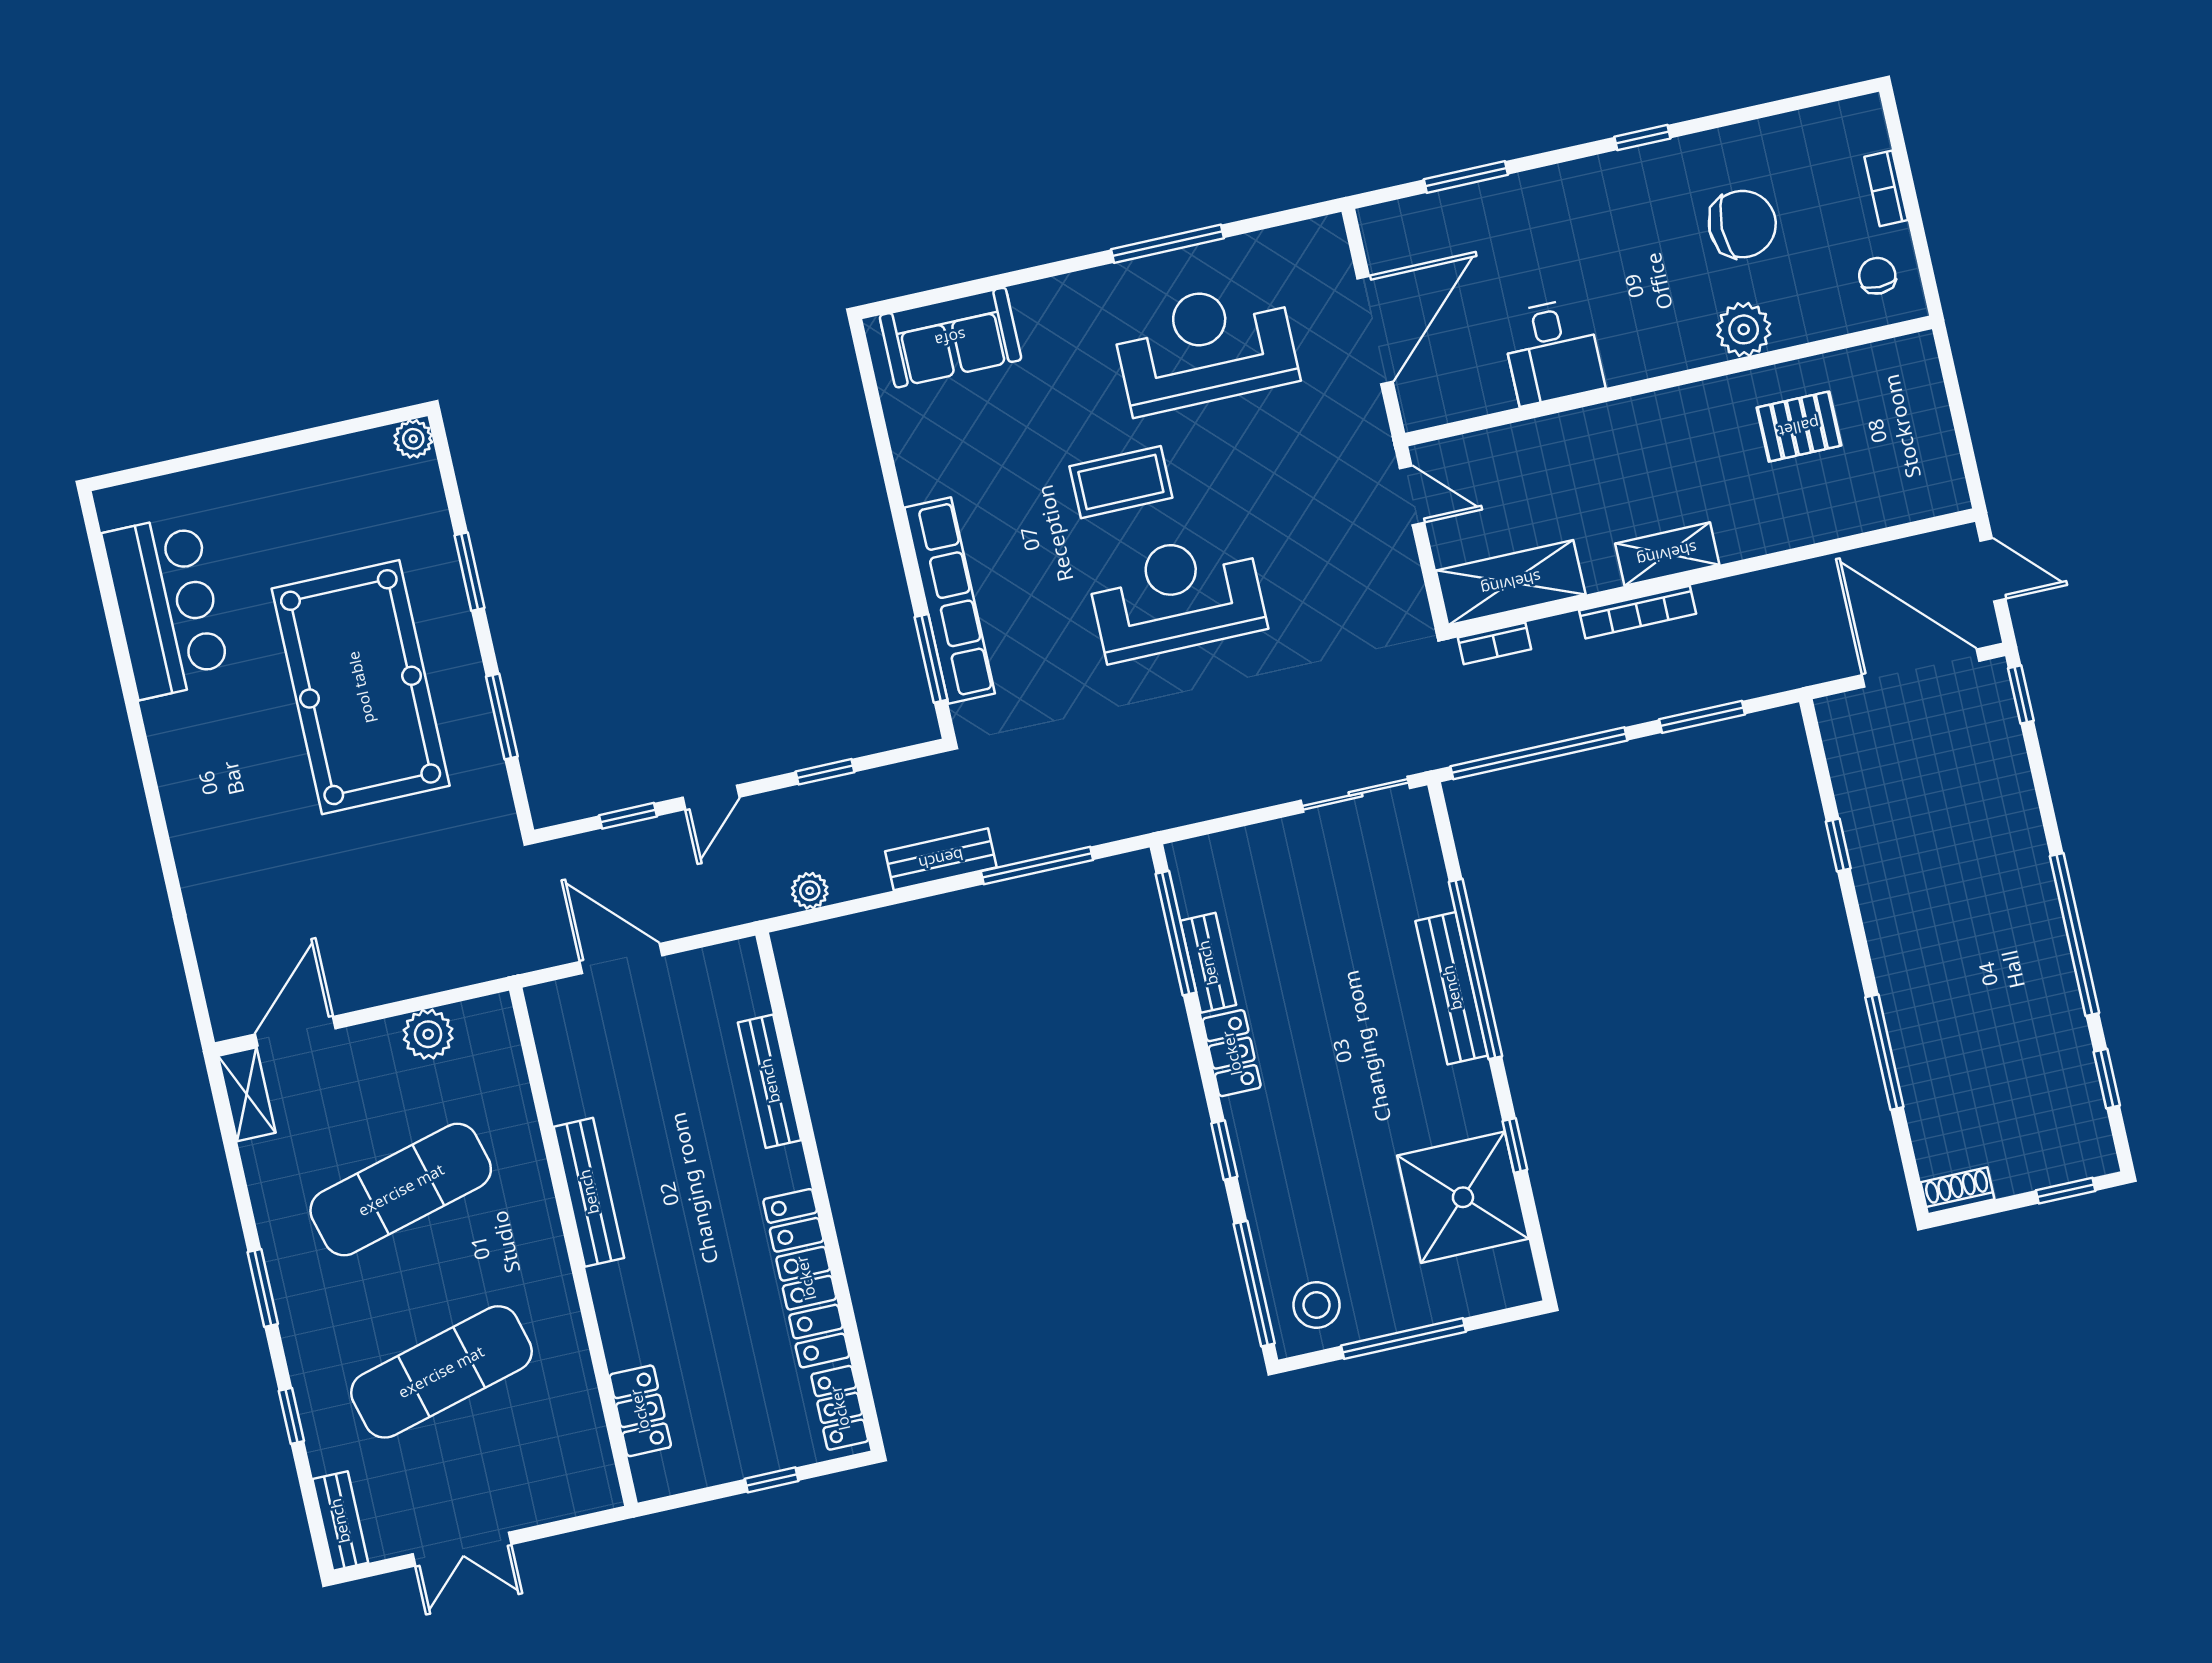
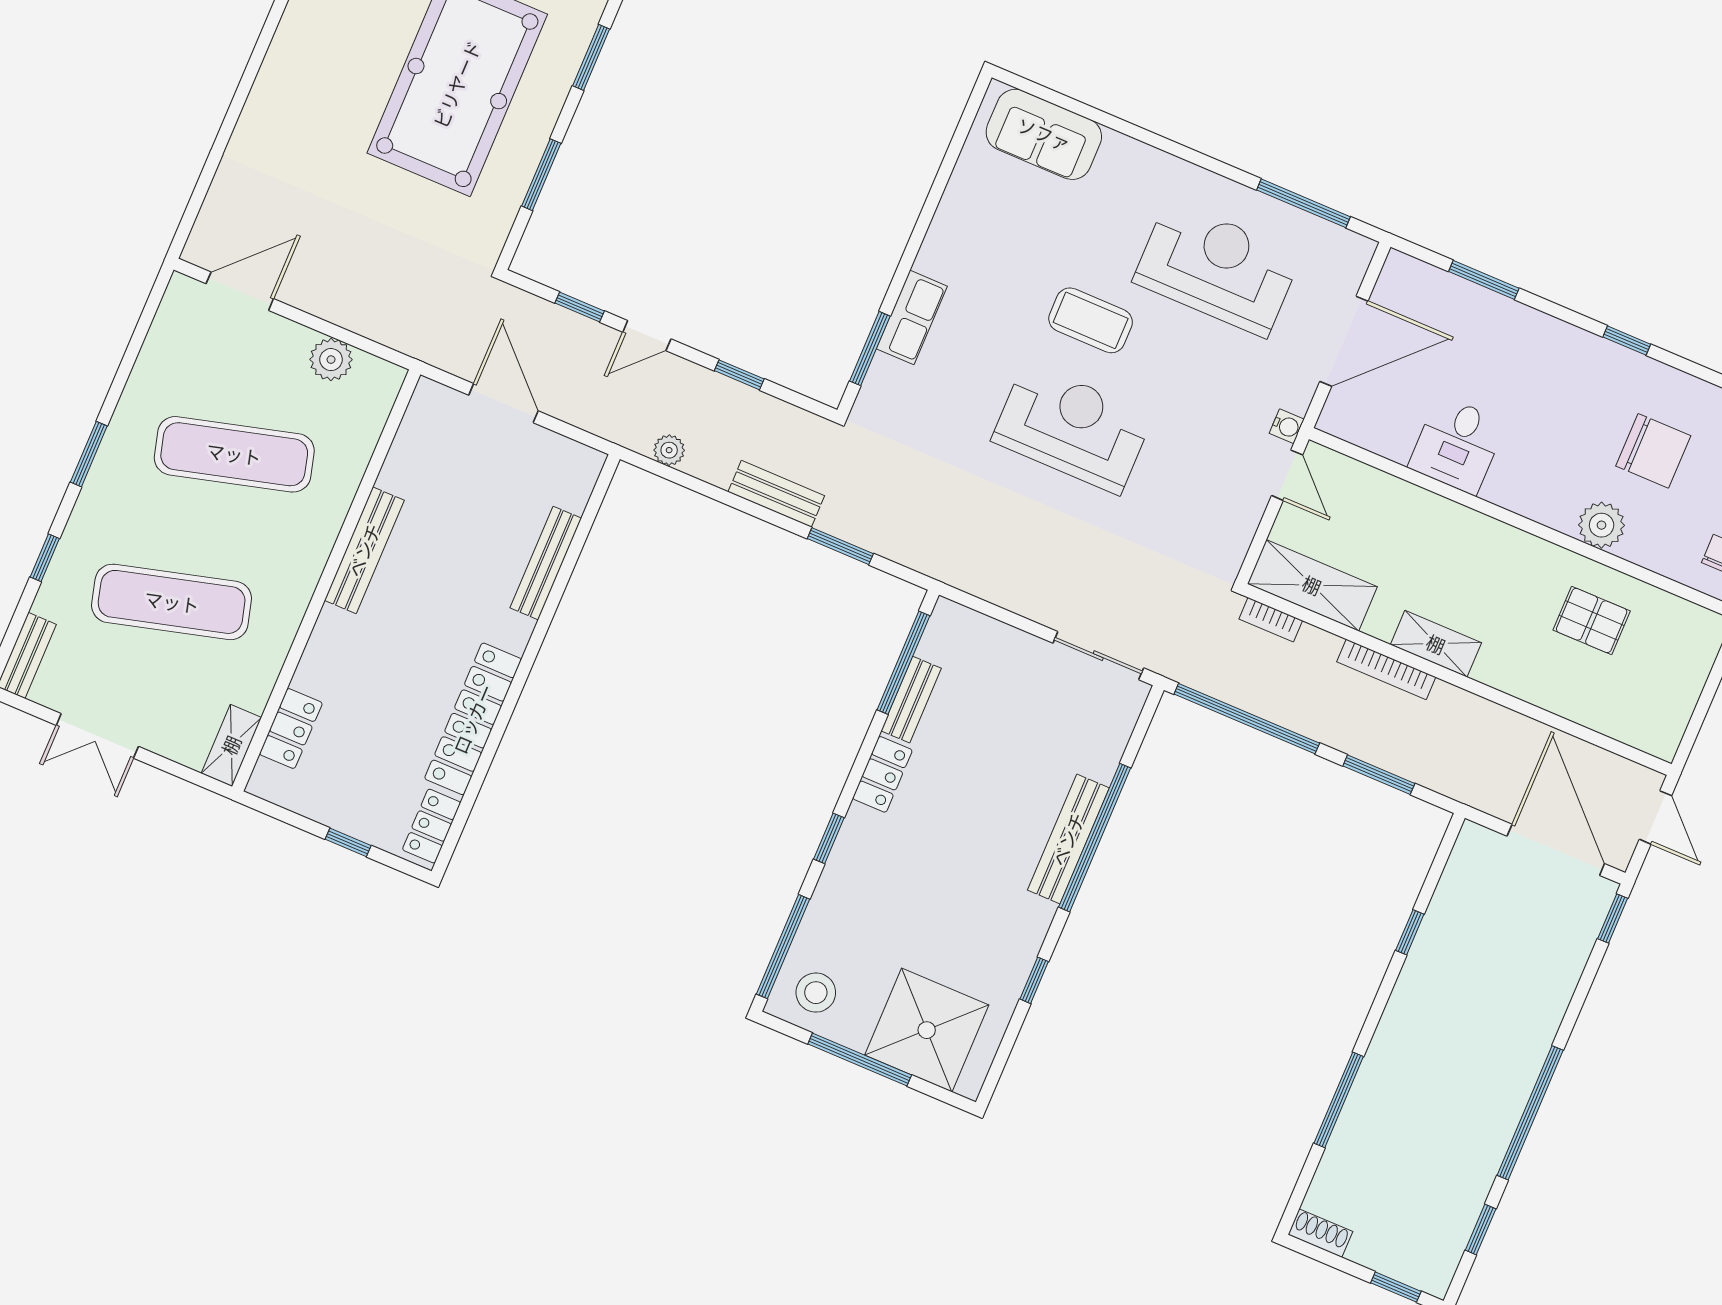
window: (1167, 244) -> (1303, 203), moved
water cooler: (1379, 449) -> (1287, 426), added
row of seats: (950, 601) -> (912, 317), width x0.50
window: (1037, 866) -> (840, 546), width x0.69
shelving: (247, 1094) -> (231, 745), moved
shower: (1463, 1197) -> (927, 1030), moved

